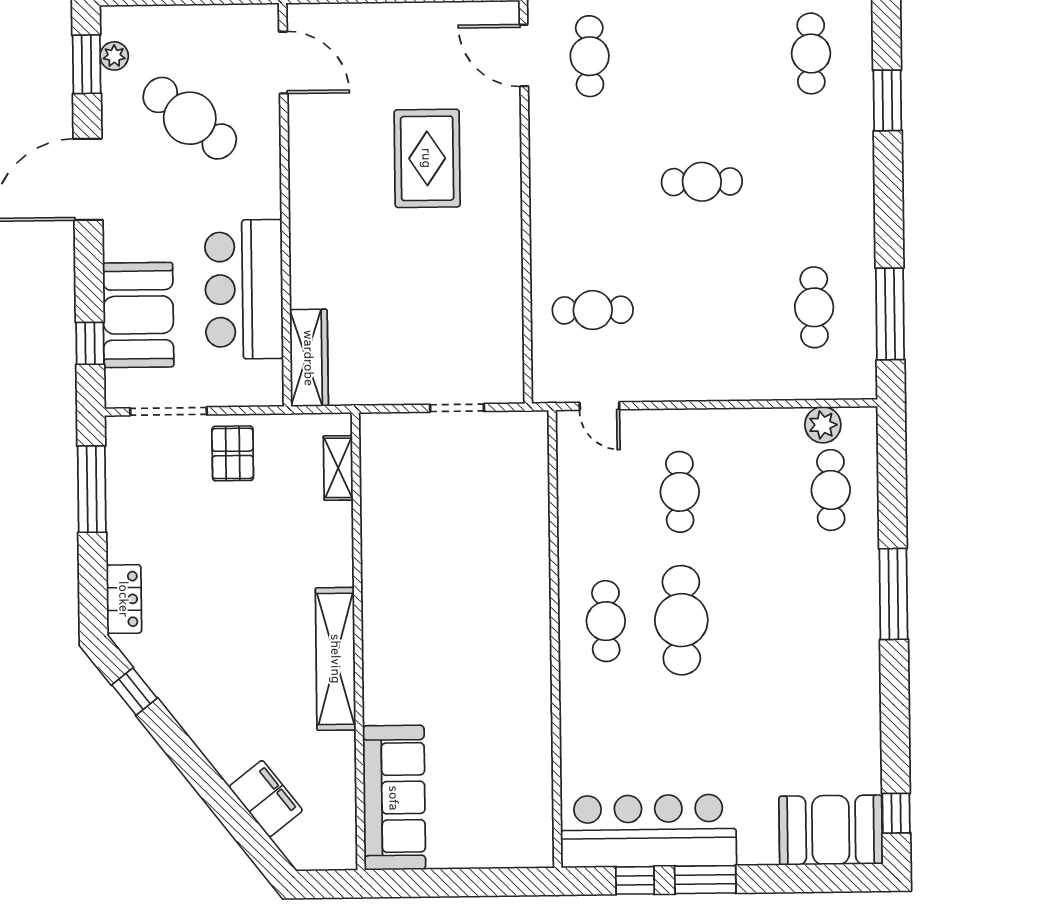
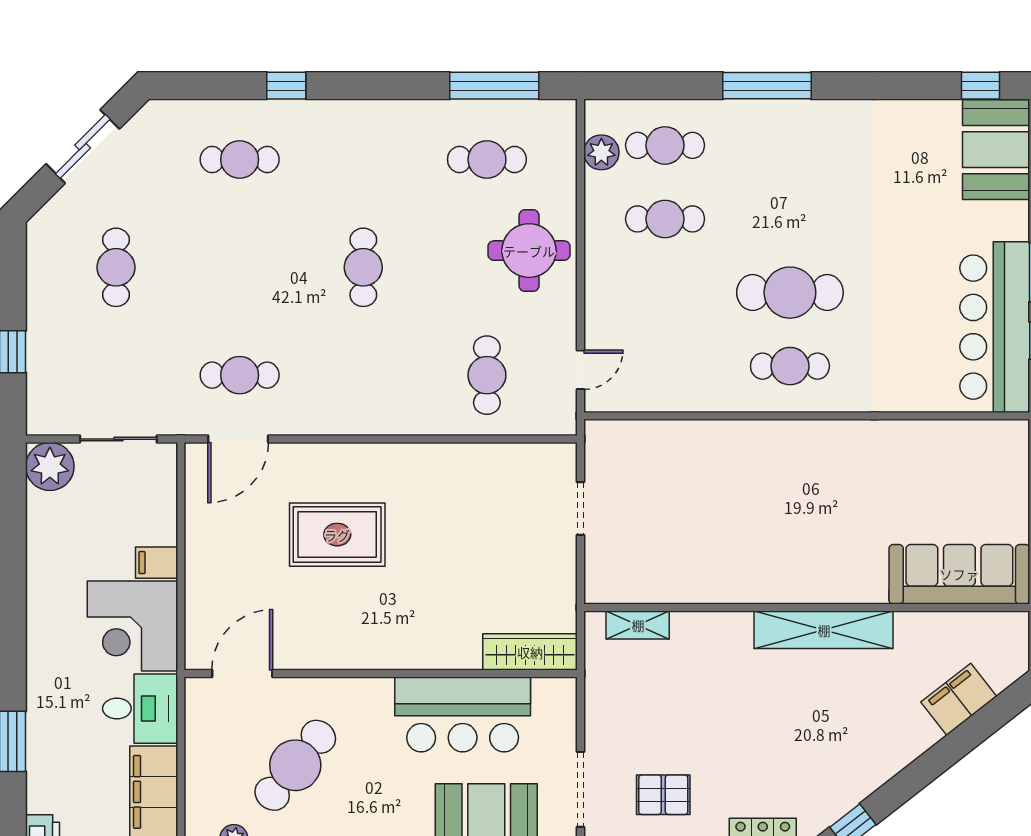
window: (887, 100) -> (286, 86), width x0.67
round table: (721, 352) -> (529, 251), added
pallet: (233, 453) -> (663, 795), moved
cafe table: (680, 492) -> (665, 219), moved

